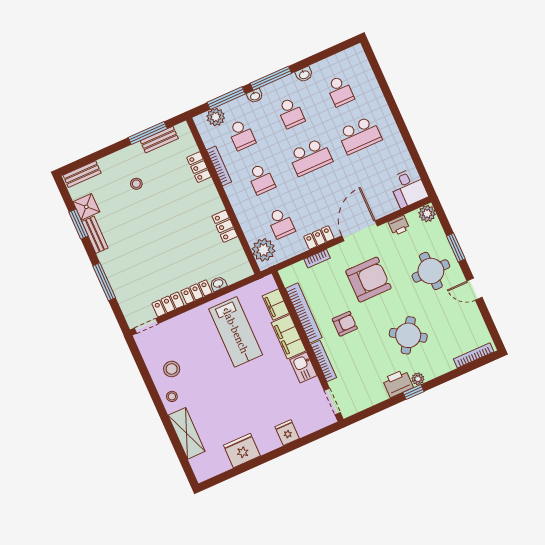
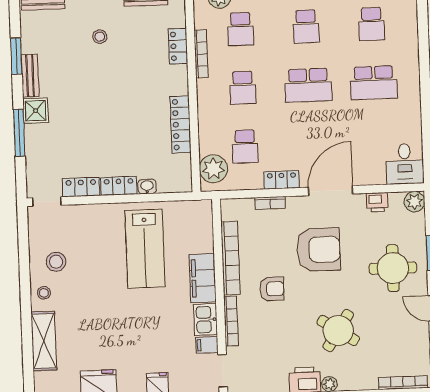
shower: (86, 207) -> (36, 111), moved
locker: (225, 226) -> (180, 124), width x1.53
filing cabinet: (276, 305) -> (207, 345), moved, width x0.50

